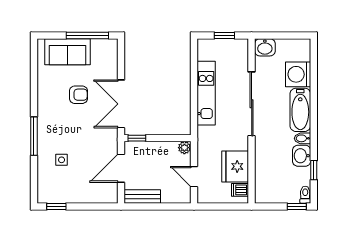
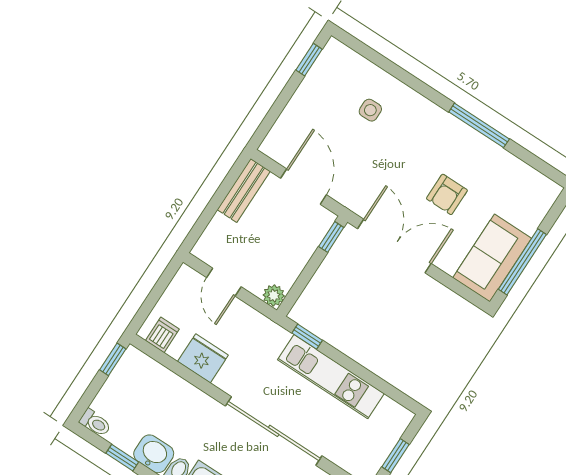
sofa: (67, 52) -> (492, 258), moved
window: (194, 118) -> (307, 337), added
window: (34, 136) -> (479, 125), moved
fridge: (235, 166) -> (203, 358), width x0.73, depth x0.75
door: (194, 177) -> (224, 282), swing flipped
window: (297, 207) -> (113, 359), moved

